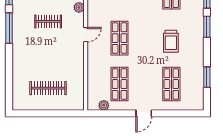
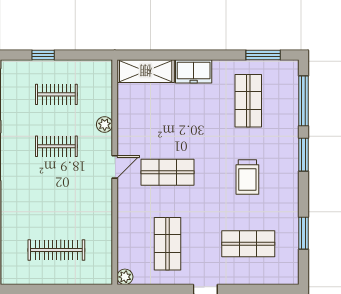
shop shelf: (119, 38) -> (168, 172), turned 90
shop shelf: (171, 84) -> (248, 244), turned 90
plant: (104, 105) -> (125, 277), moved

